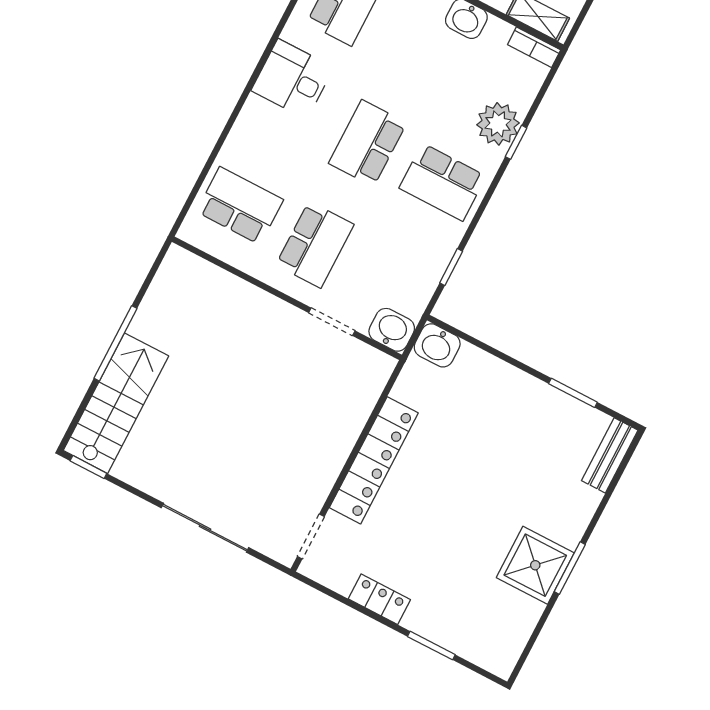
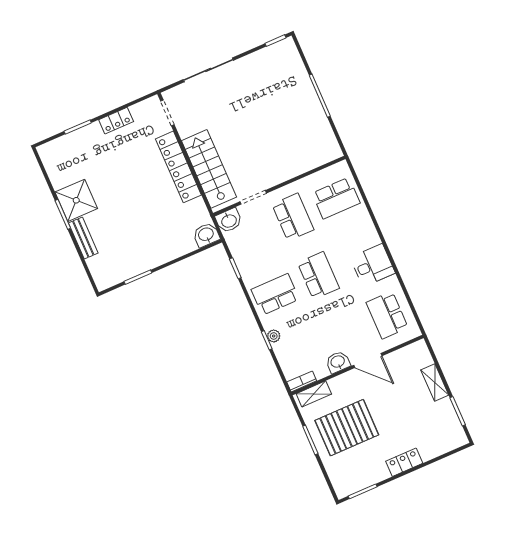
plant: (498, 124) -> (274, 336), width x0.53, depth x0.53
school desk: (315, 245) -> (293, 217), turned 180
stairs: (116, 403) -> (209, 169), moved, turned 180
bench: (610, 455) -> (83, 238), moved

